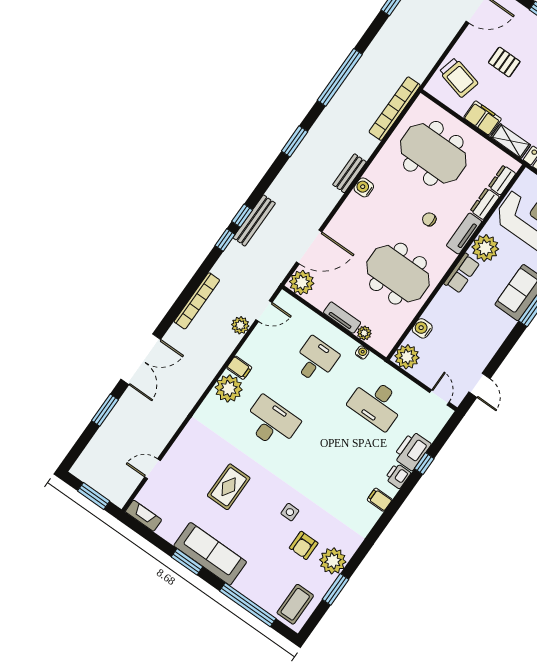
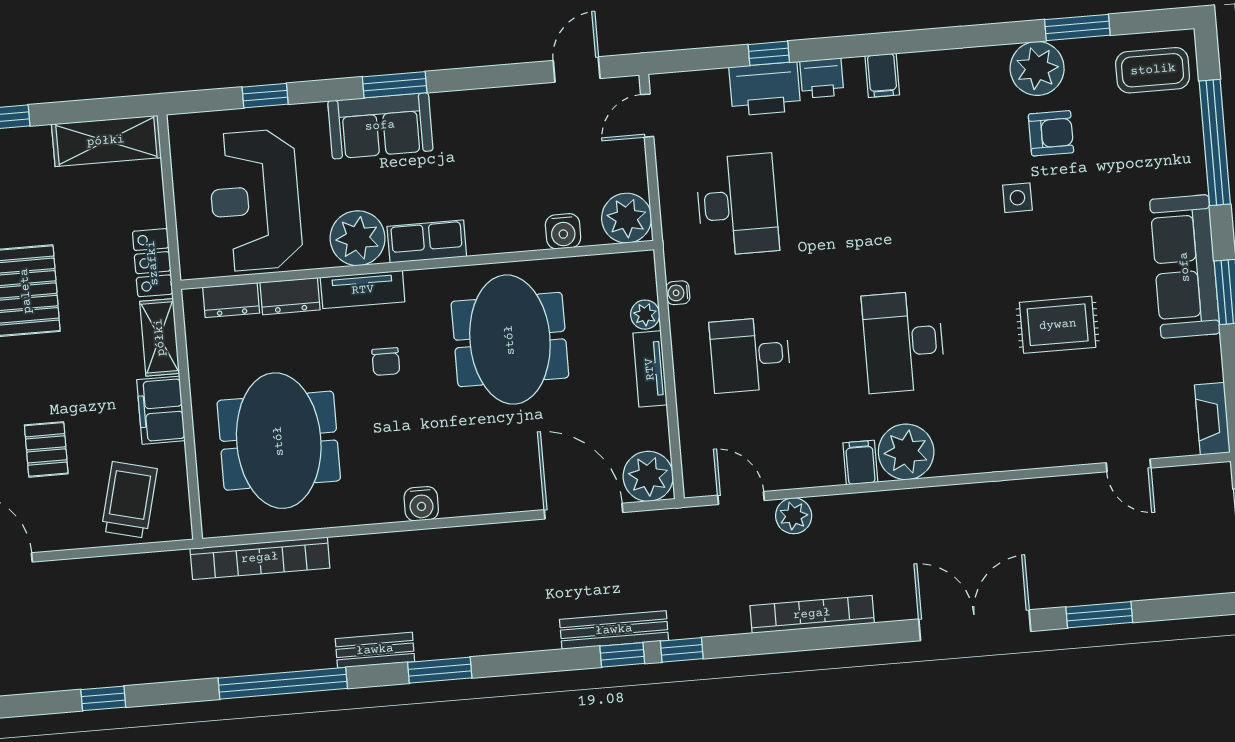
bench: (349, 173) -> (375, 650), moved

